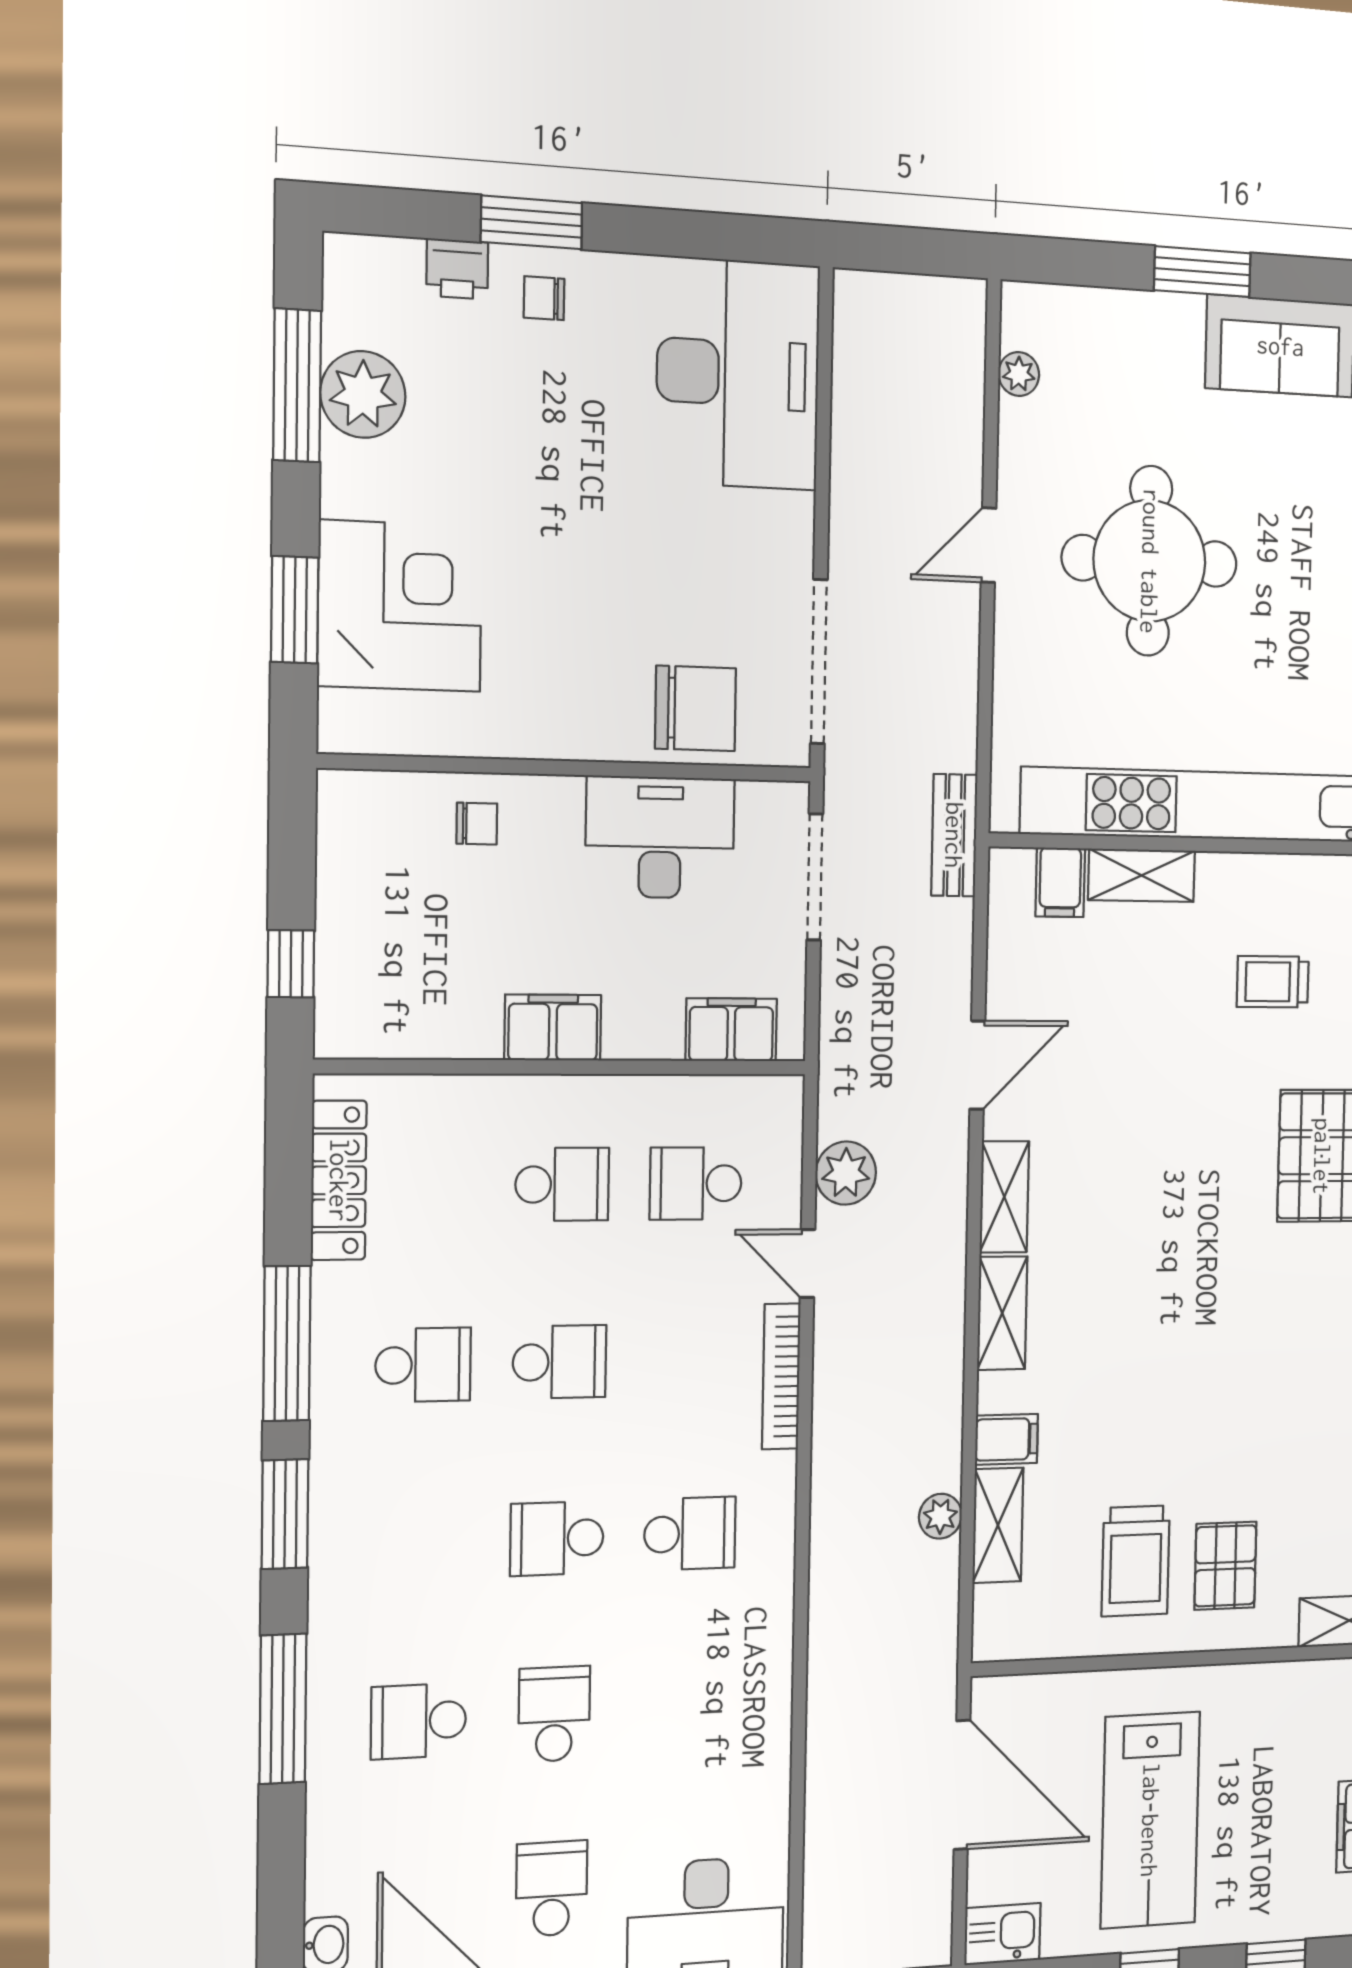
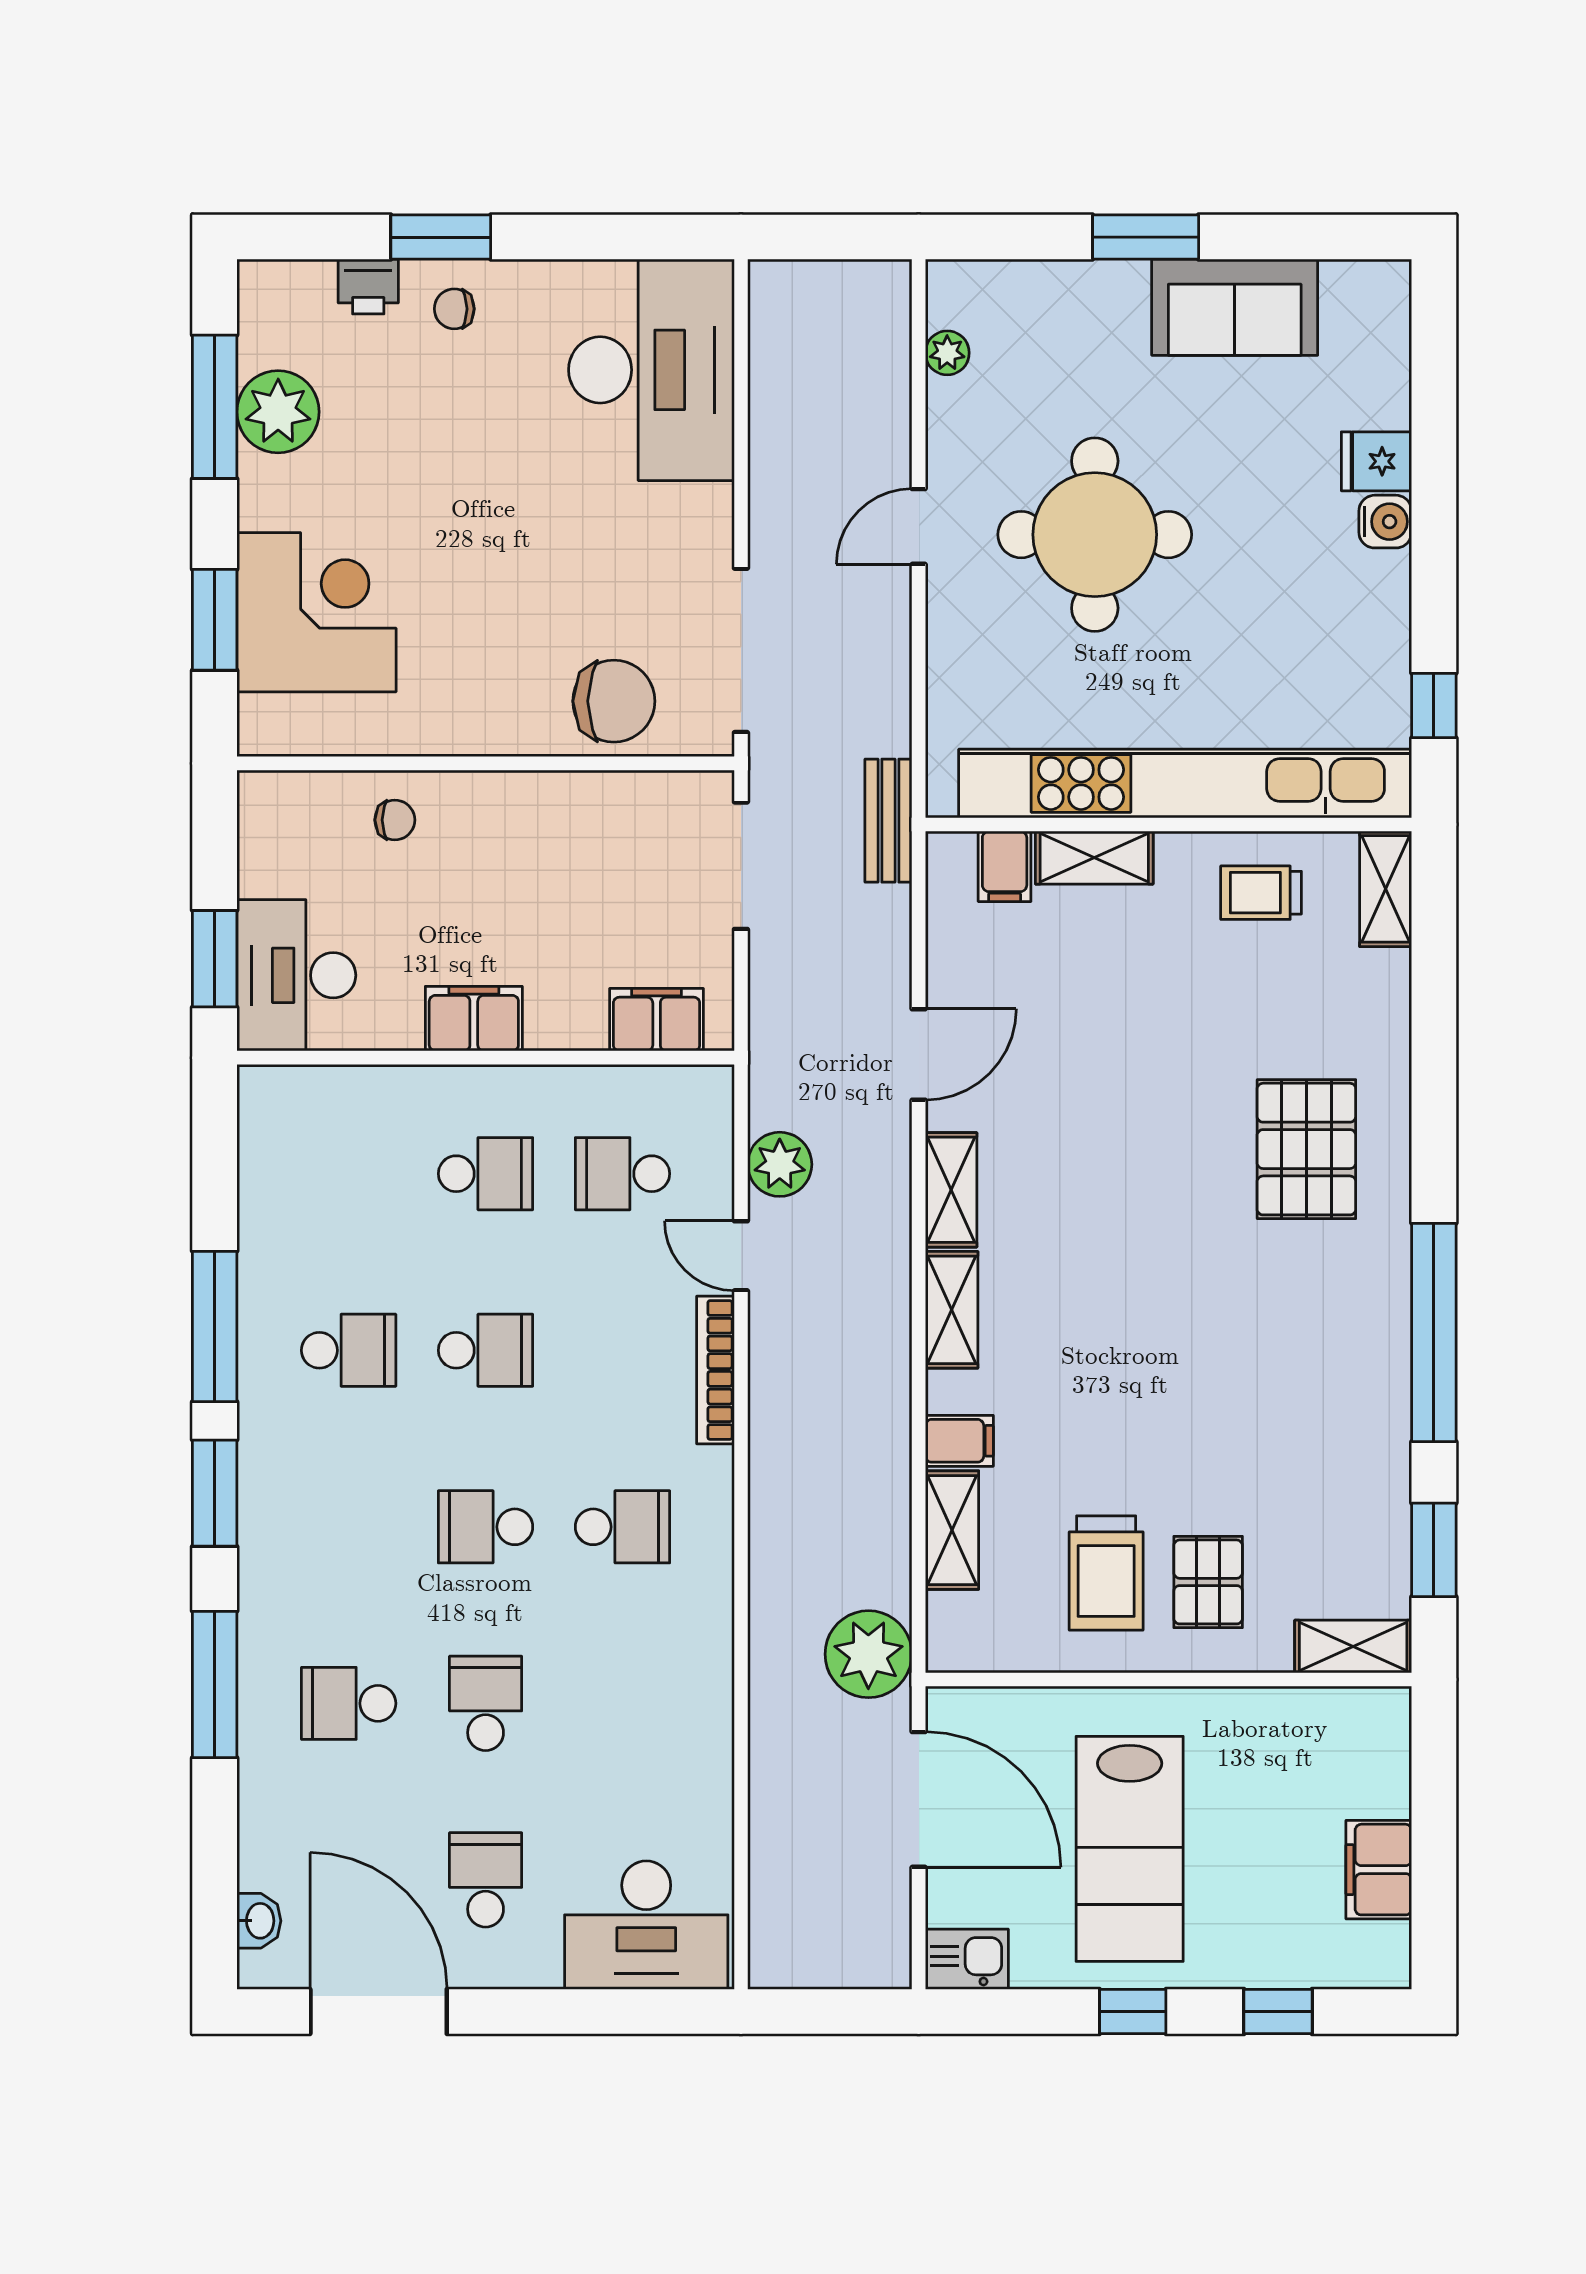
desk: (660, 837) -> (296, 975), moved, turned -90
window: (291, 964) -> (215, 959), width x1.50
trolley: (1273, 982) -> (1261, 893), moved
locker: (339, 1180) -> (263, 1168), removed
plant: (940, 1516) -> (868, 1654), moved, width x1.87, depth x1.87

